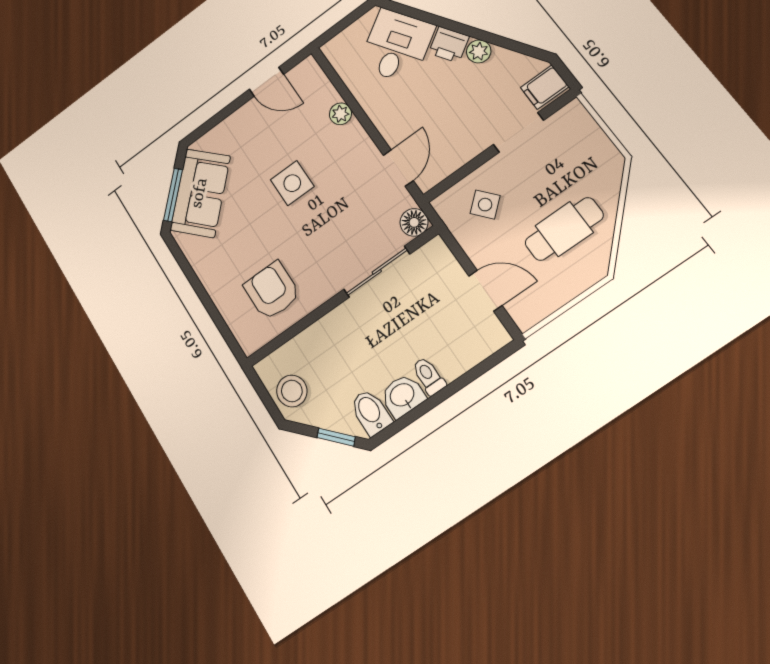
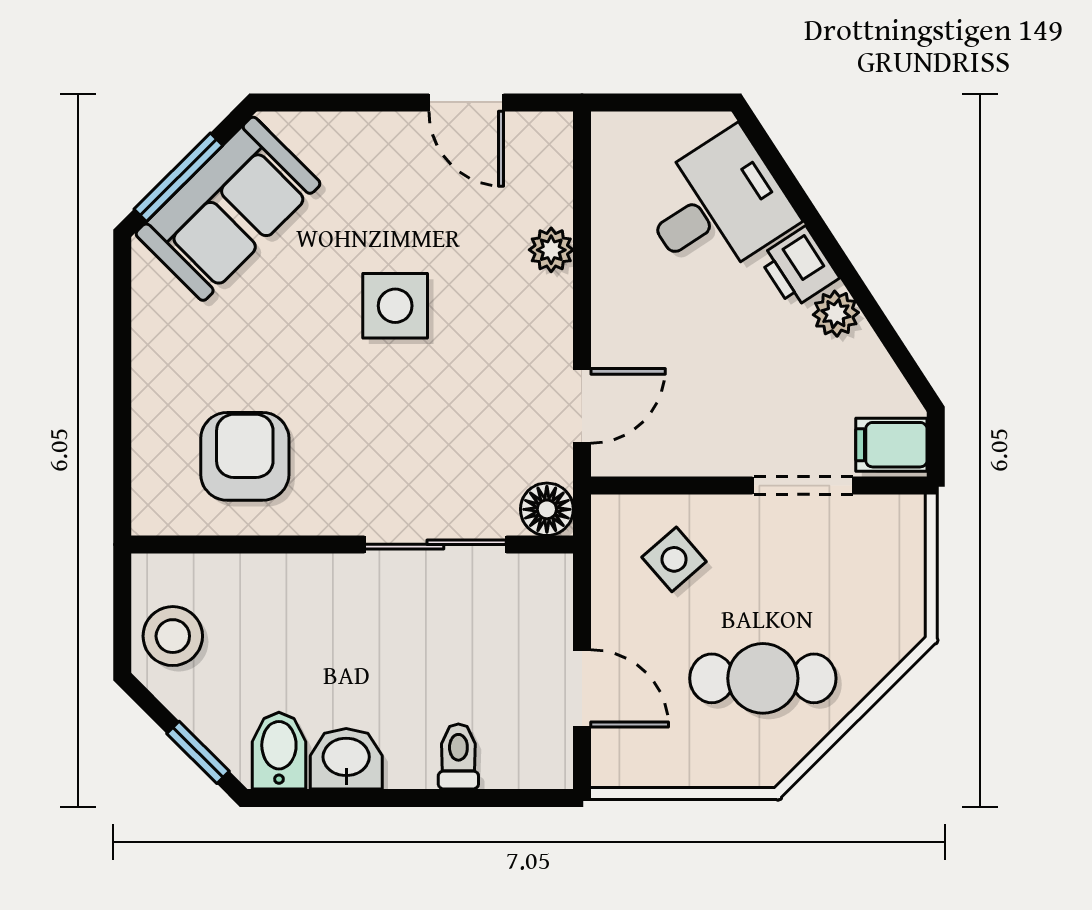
toilet: (429, 376) -> (458, 756), moved

